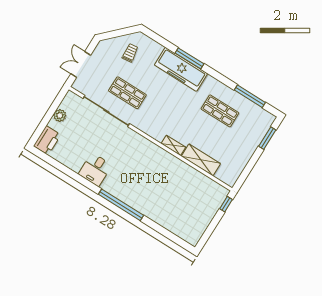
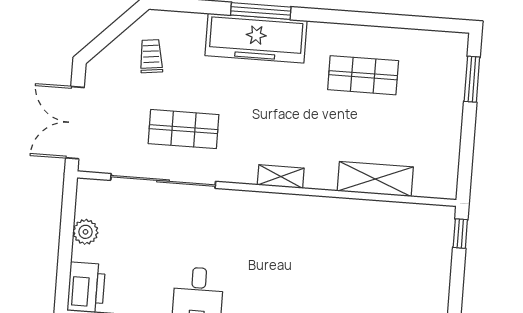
double door: (81, 64) -> (75, 123), width x1.37
window: (250, 96) -> (402, 22), removed
shelving: (173, 145) -> (281, 177), moved

